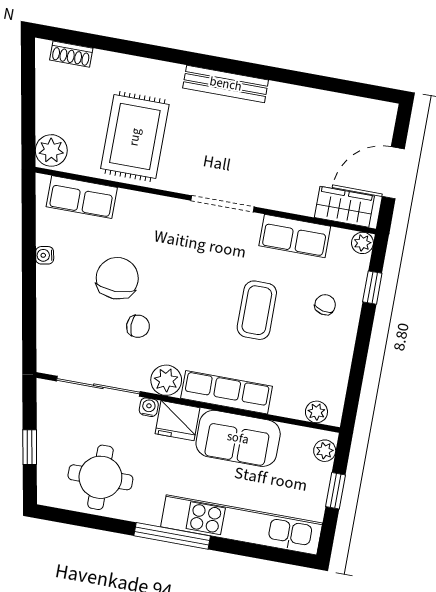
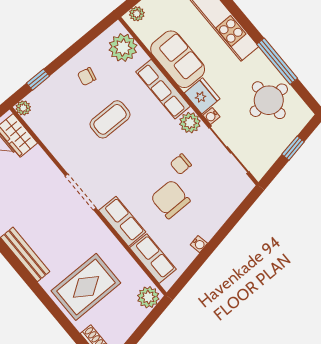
rug: (135, 137) -> (86, 287), moved
row of seats: (295, 236) -> (122, 221), moved
chair: (117, 278) -> (170, 199), turned 90
chair: (325, 305) -> (87, 77), moved
chair: (138, 326) -> (181, 164), turned -90
plant: (316, 412) -> (123, 48), width x1.87, depth x1.87
window: (172, 536) -> (277, 61), moved

